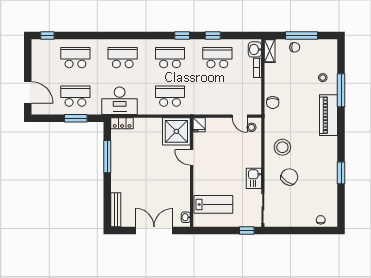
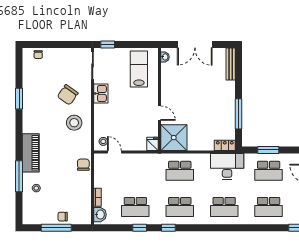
shelving: (270, 51) -> (86, 213), removed
lab bench: (213, 204) -> (139, 69), turned 90

